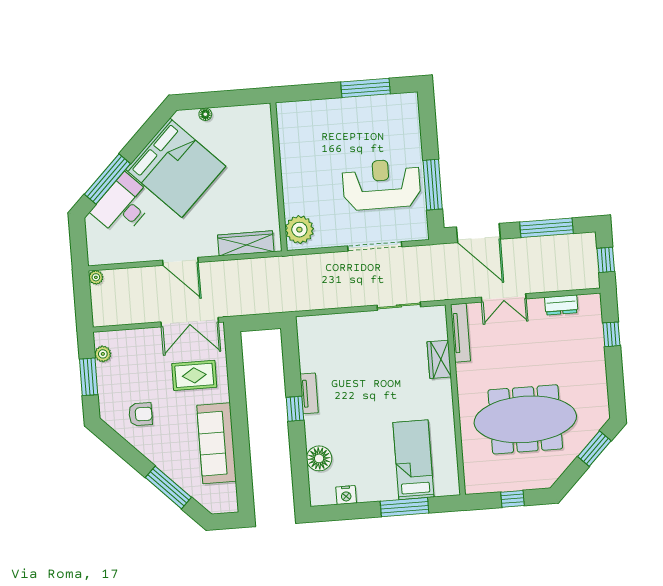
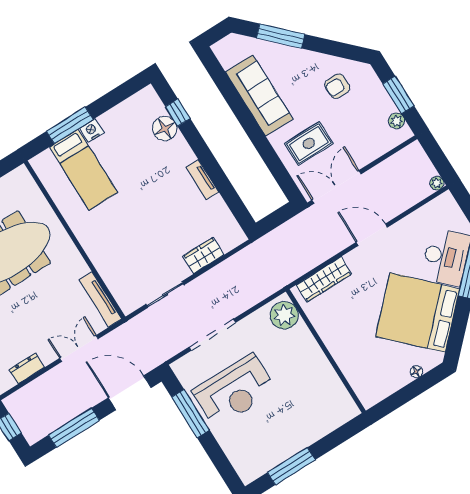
wardrobe: (439, 359) -> (203, 256), moved, turned -90
window: (295, 409) -> (178, 113), moved
nightstand: (346, 495) -> (92, 130), moved

